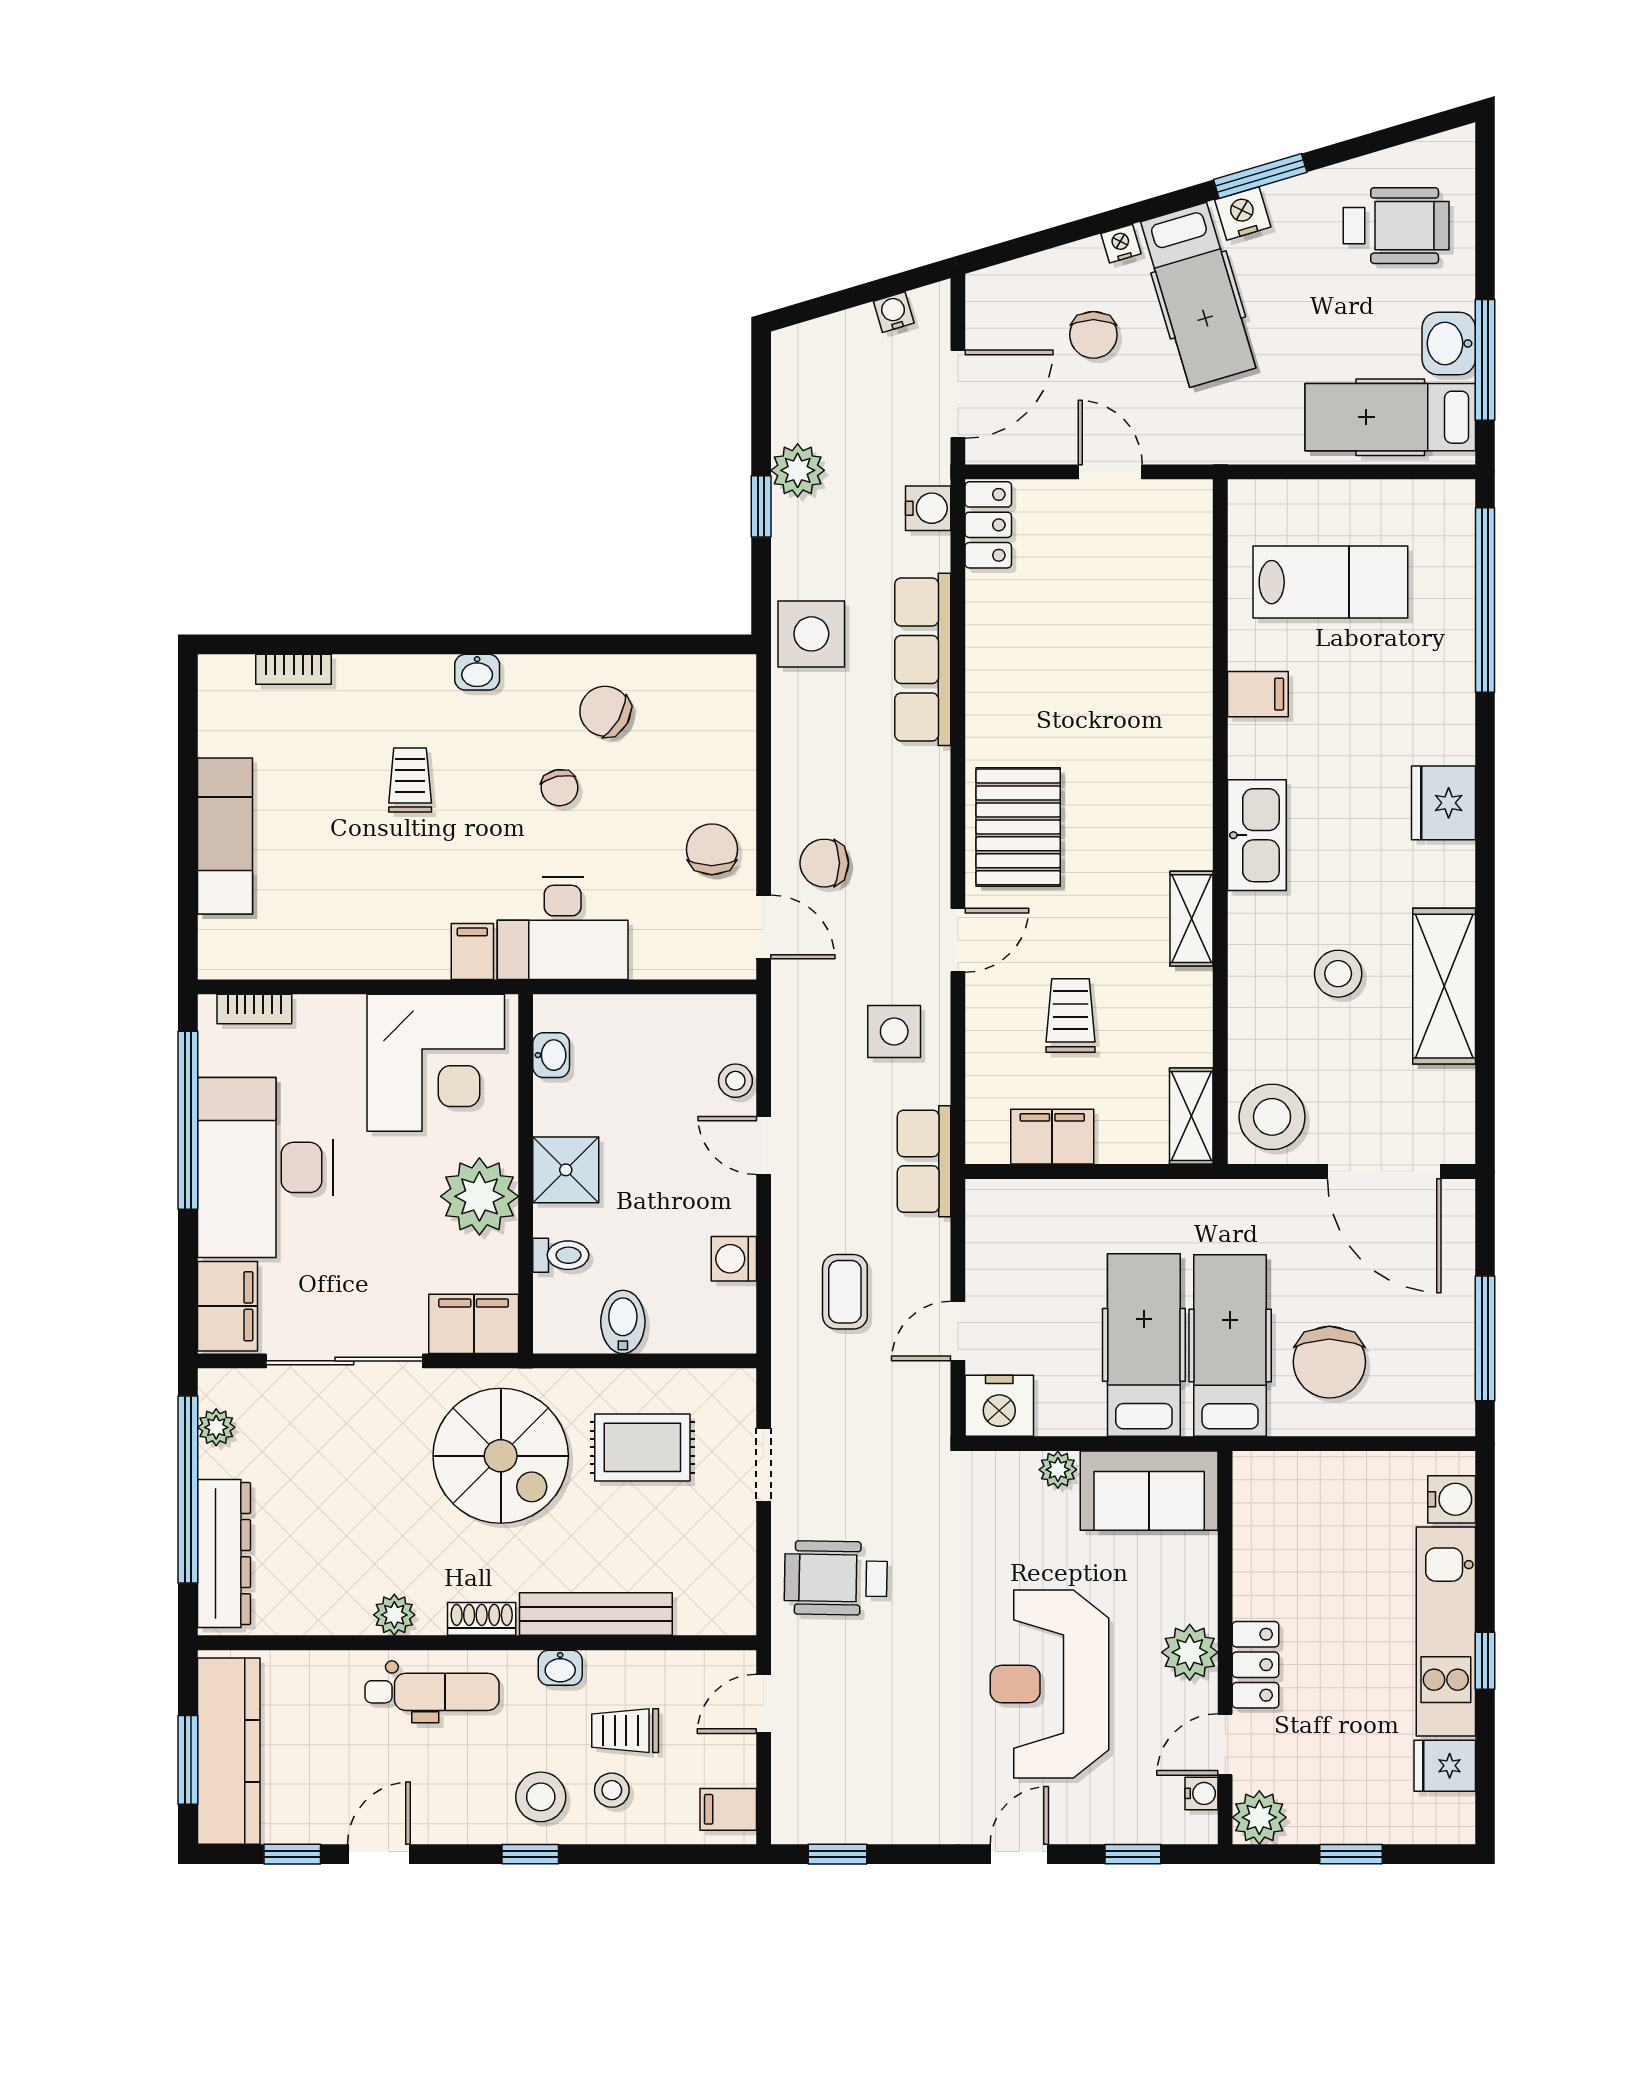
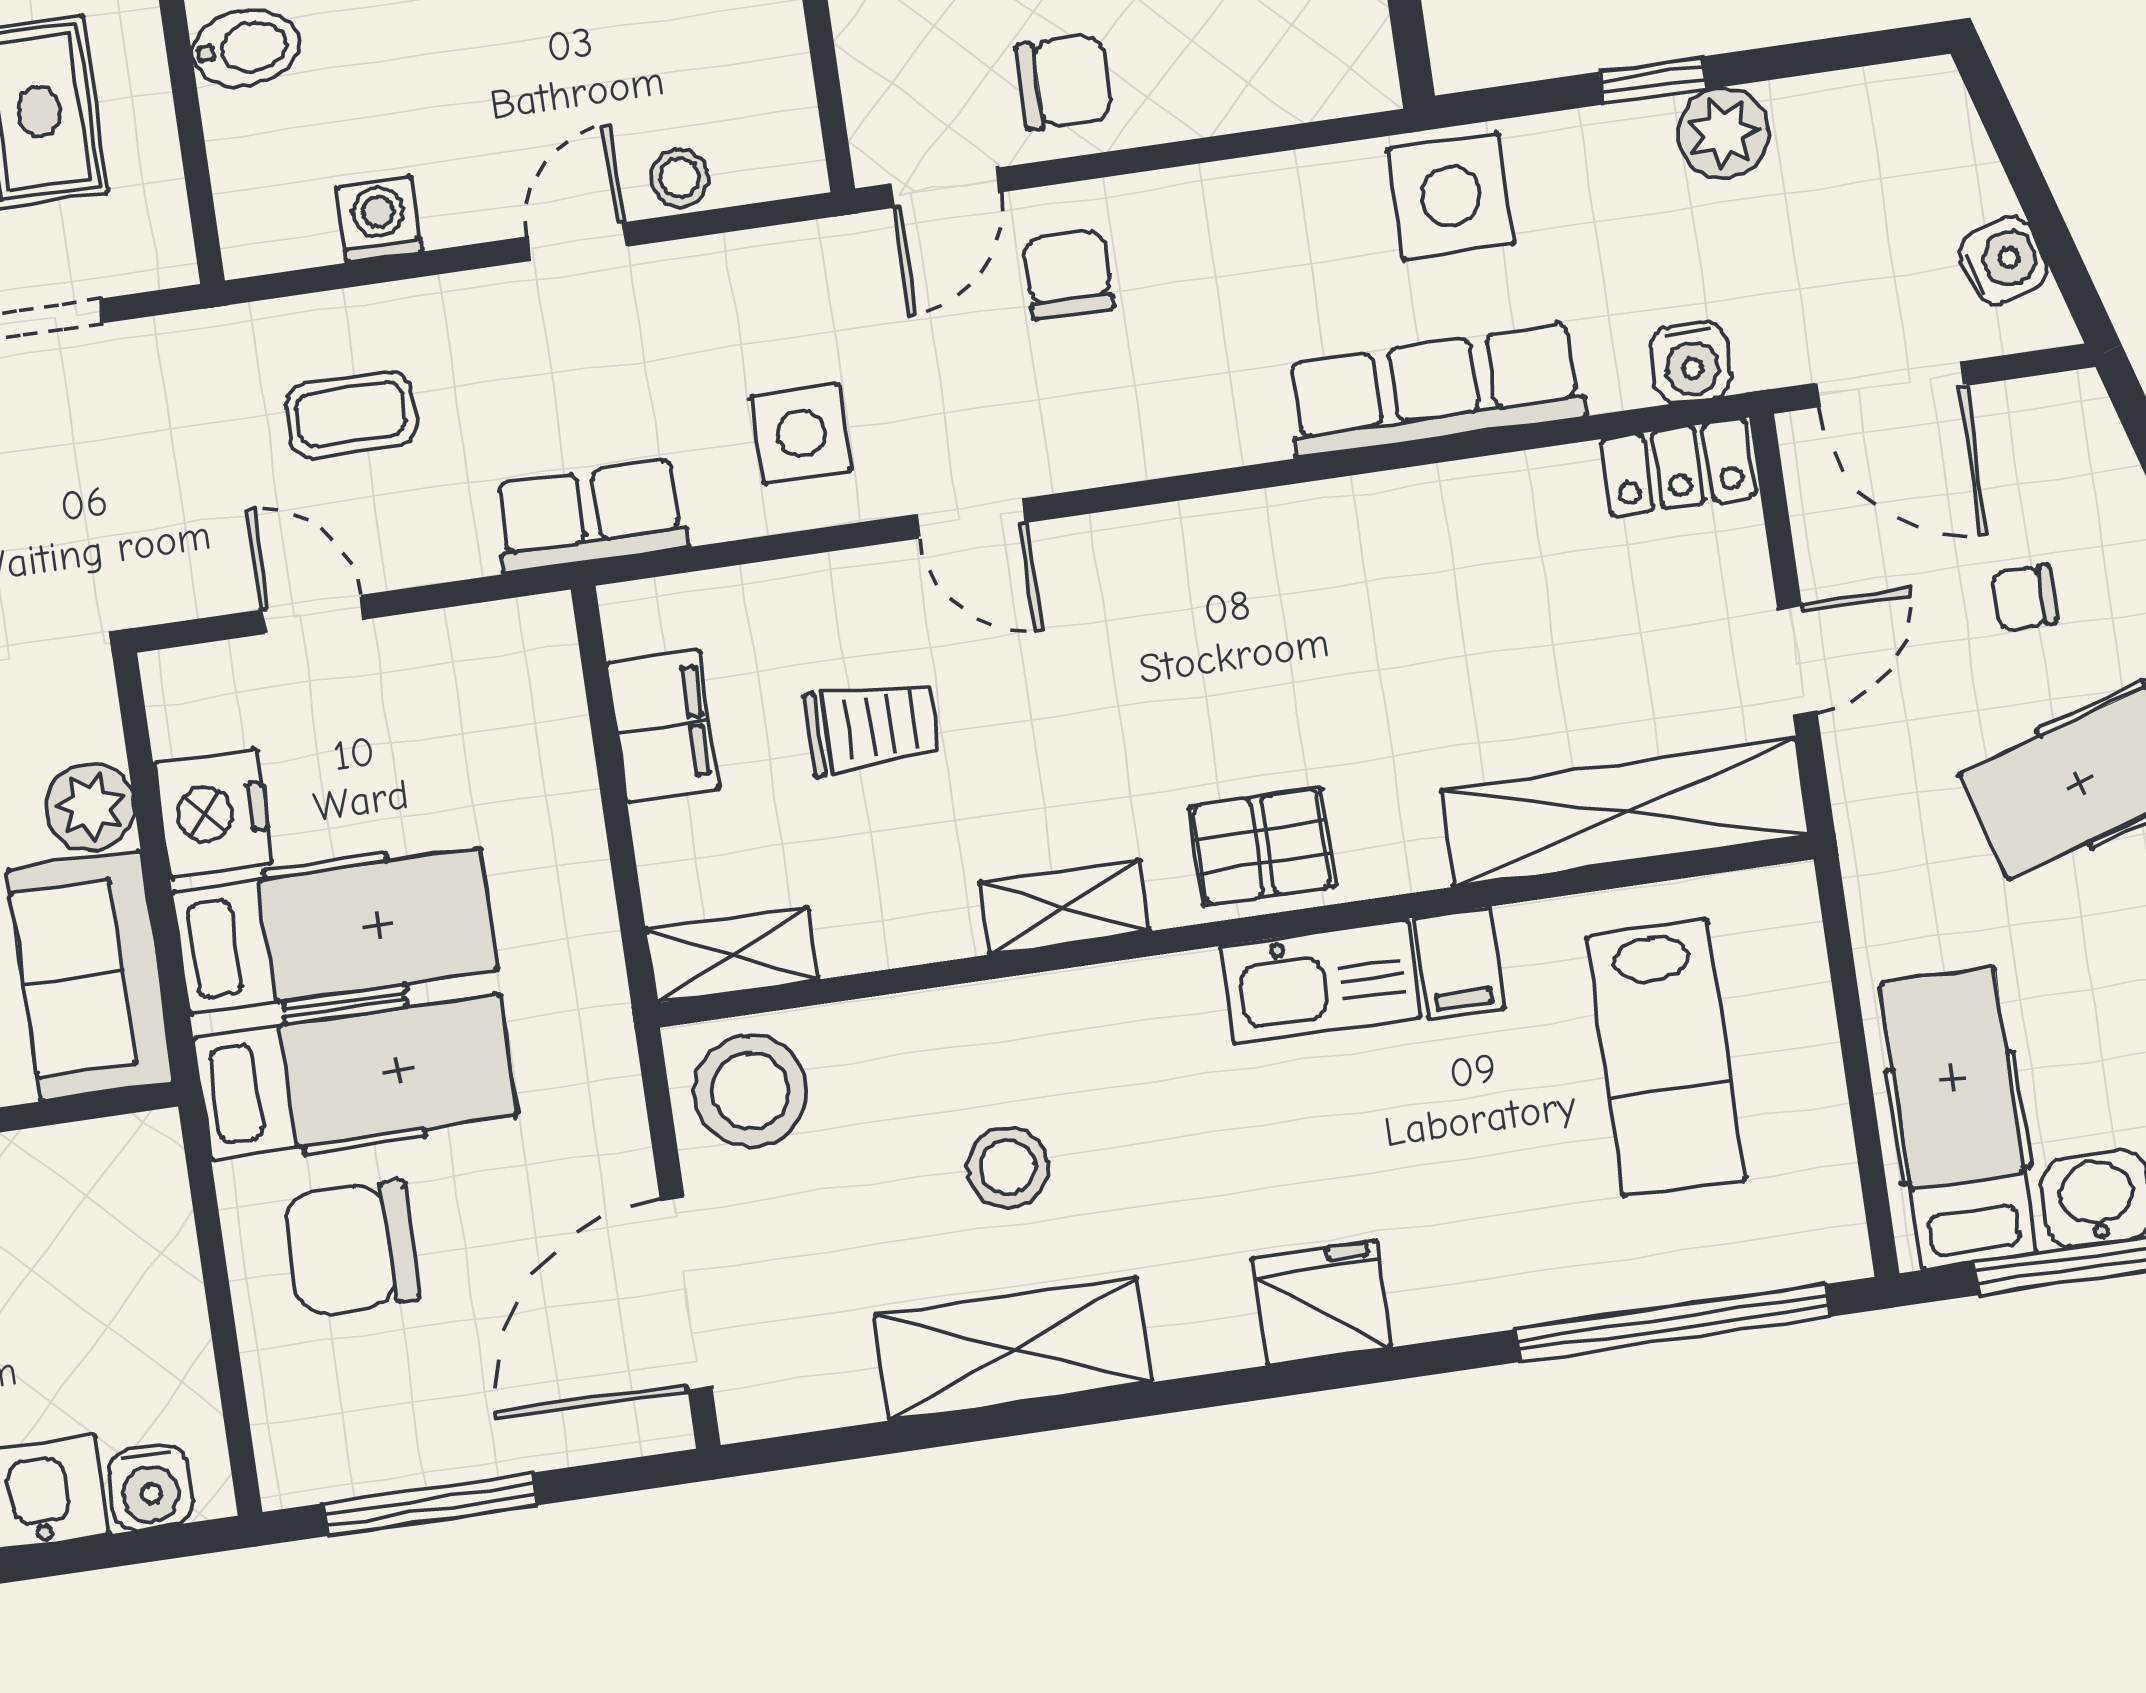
water cooler: (894, 312) -> (2004, 261), width x1.38, depth x1.38
chair: (1093, 335) -> (2024, 598), width x0.73, depth x0.73
shelving: (1184, 585) -> (1625, 812), added
pallet: (1018, 827) -> (1262, 847), moved, width x0.67, depth x0.71
kitchen sink: (1257, 835) -> (1320, 982), moved
nightstand: (999, 1406) -> (213, 813), moved
plant: (1058, 1470) -> (90, 807), width x1.38, depth x1.38

